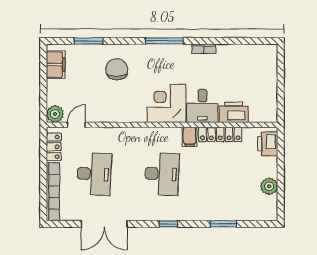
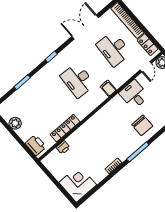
chair: (117, 69) -> (142, 125), moved
corner desk: (167, 103) -> (78, 184), moved, turned -90
desk: (202, 106) -> (134, 95), moved
printer: (234, 112) -> (63, 147), width x0.53, depth x0.68
filing cabinet: (190, 137) -> (108, 88), moved

